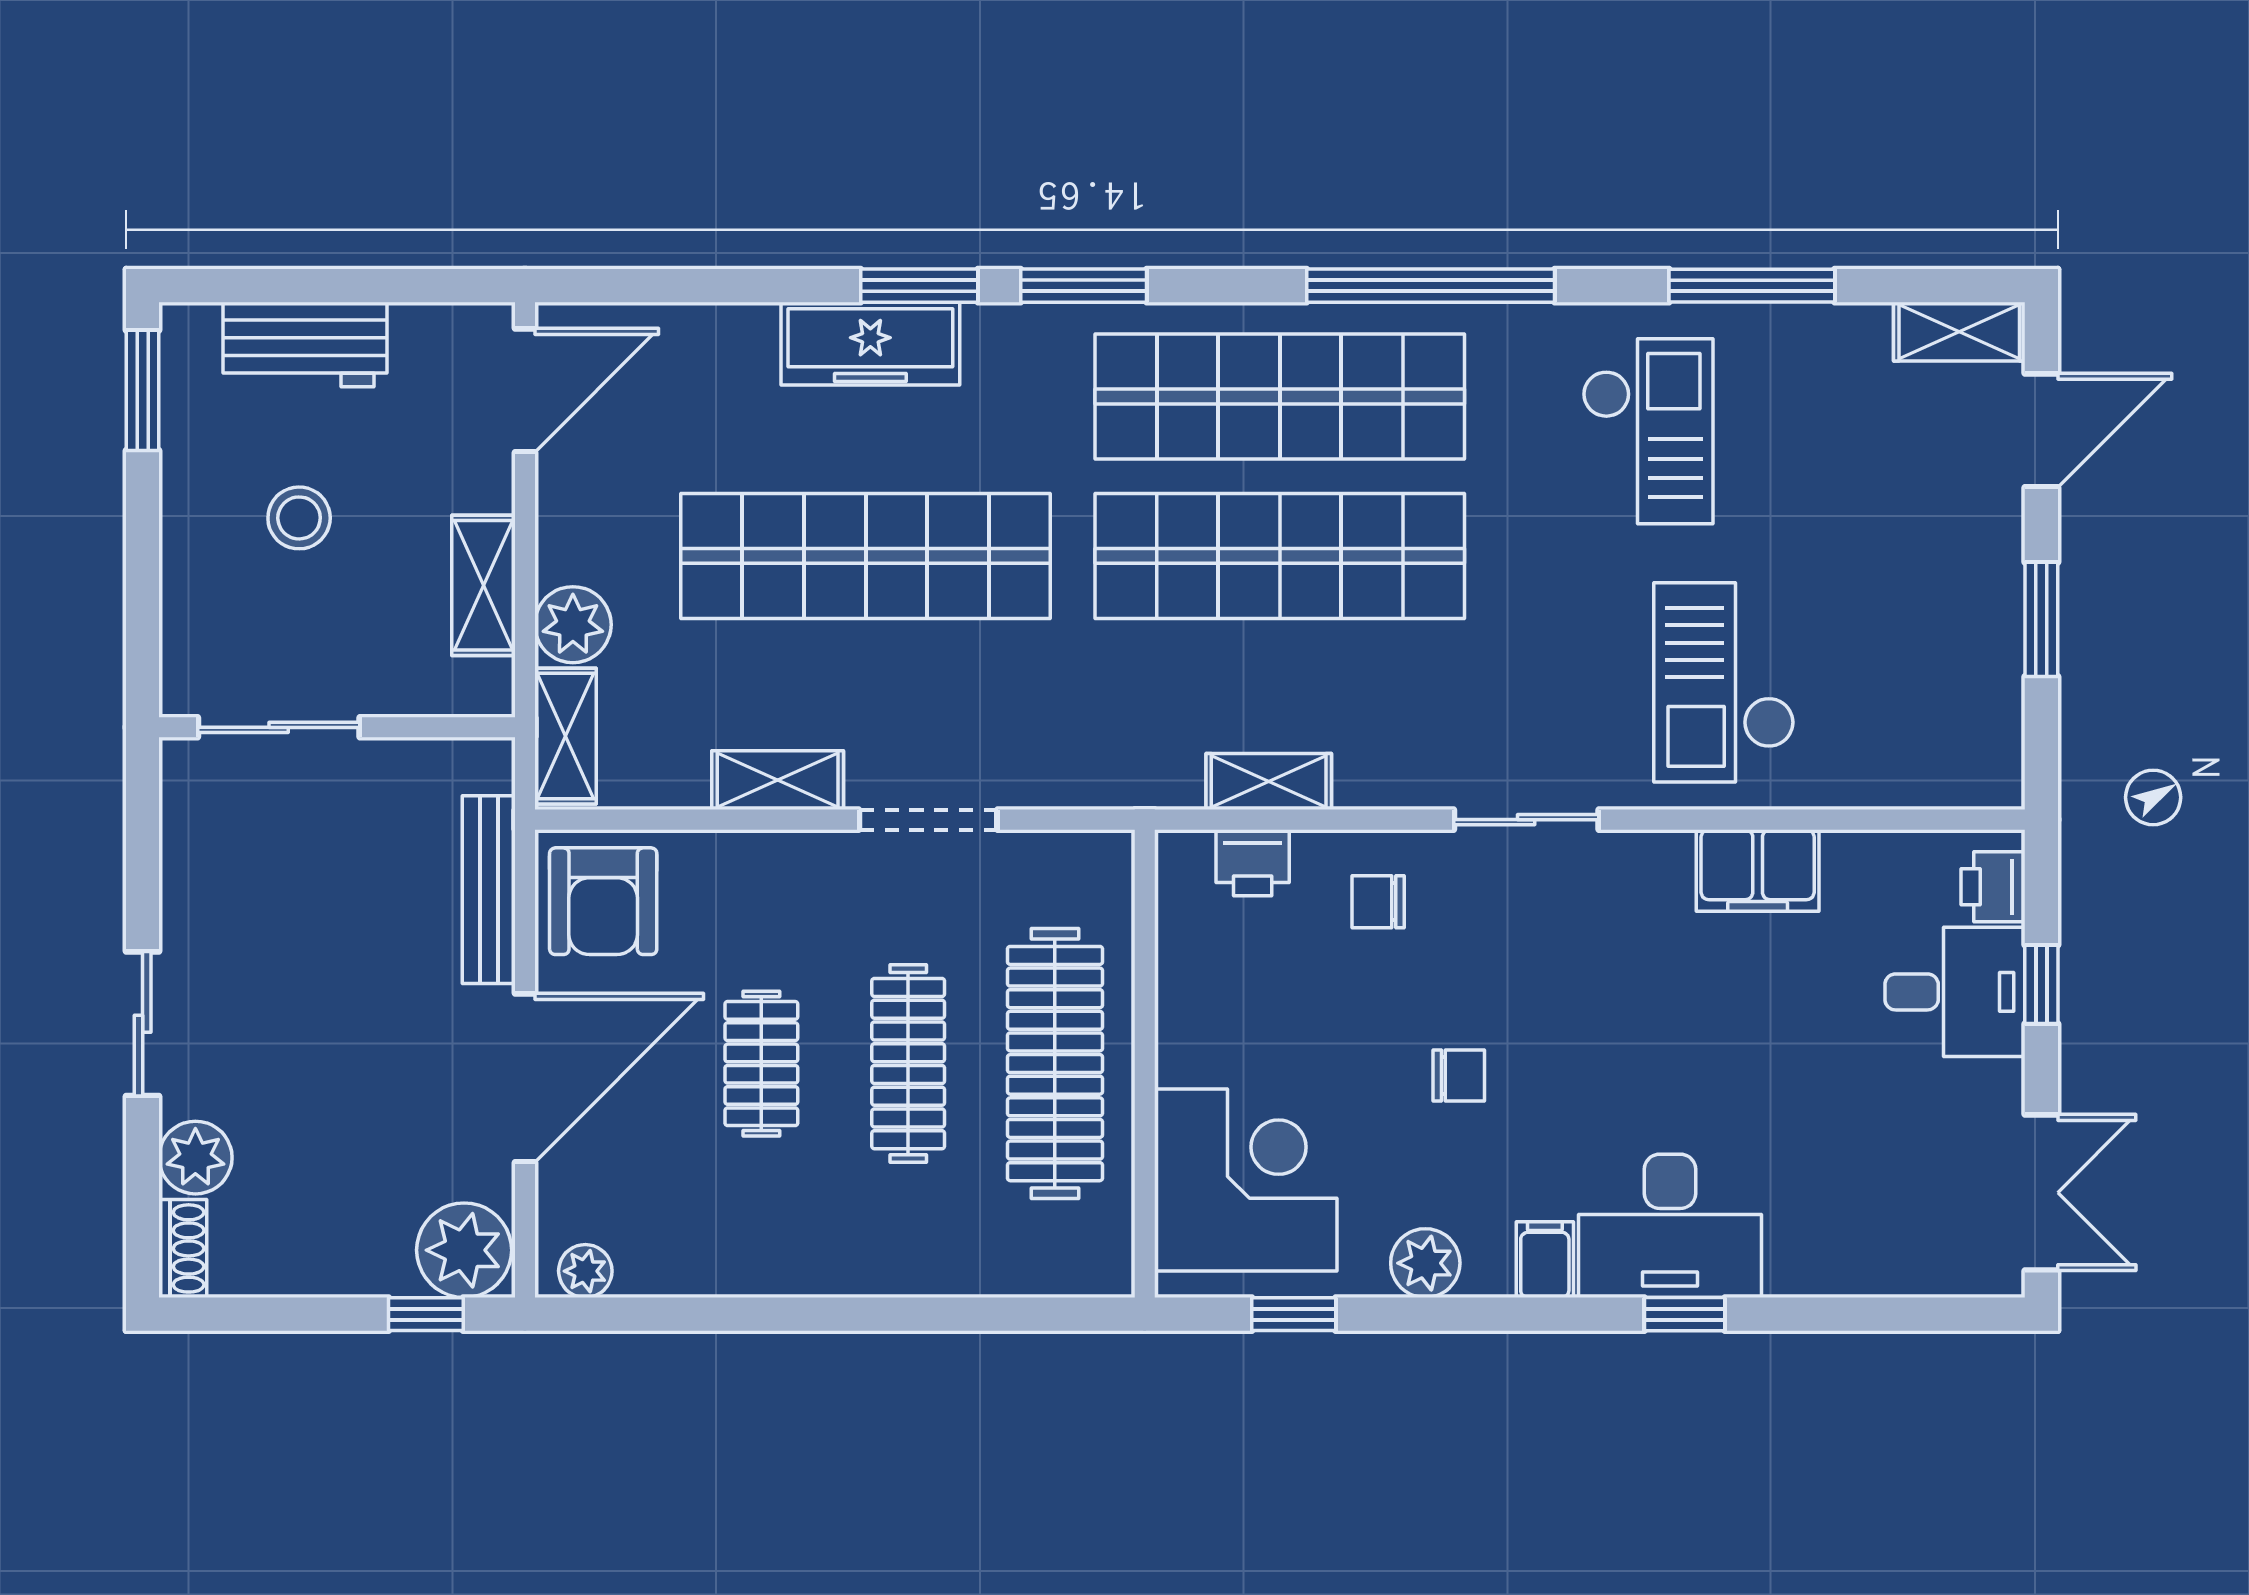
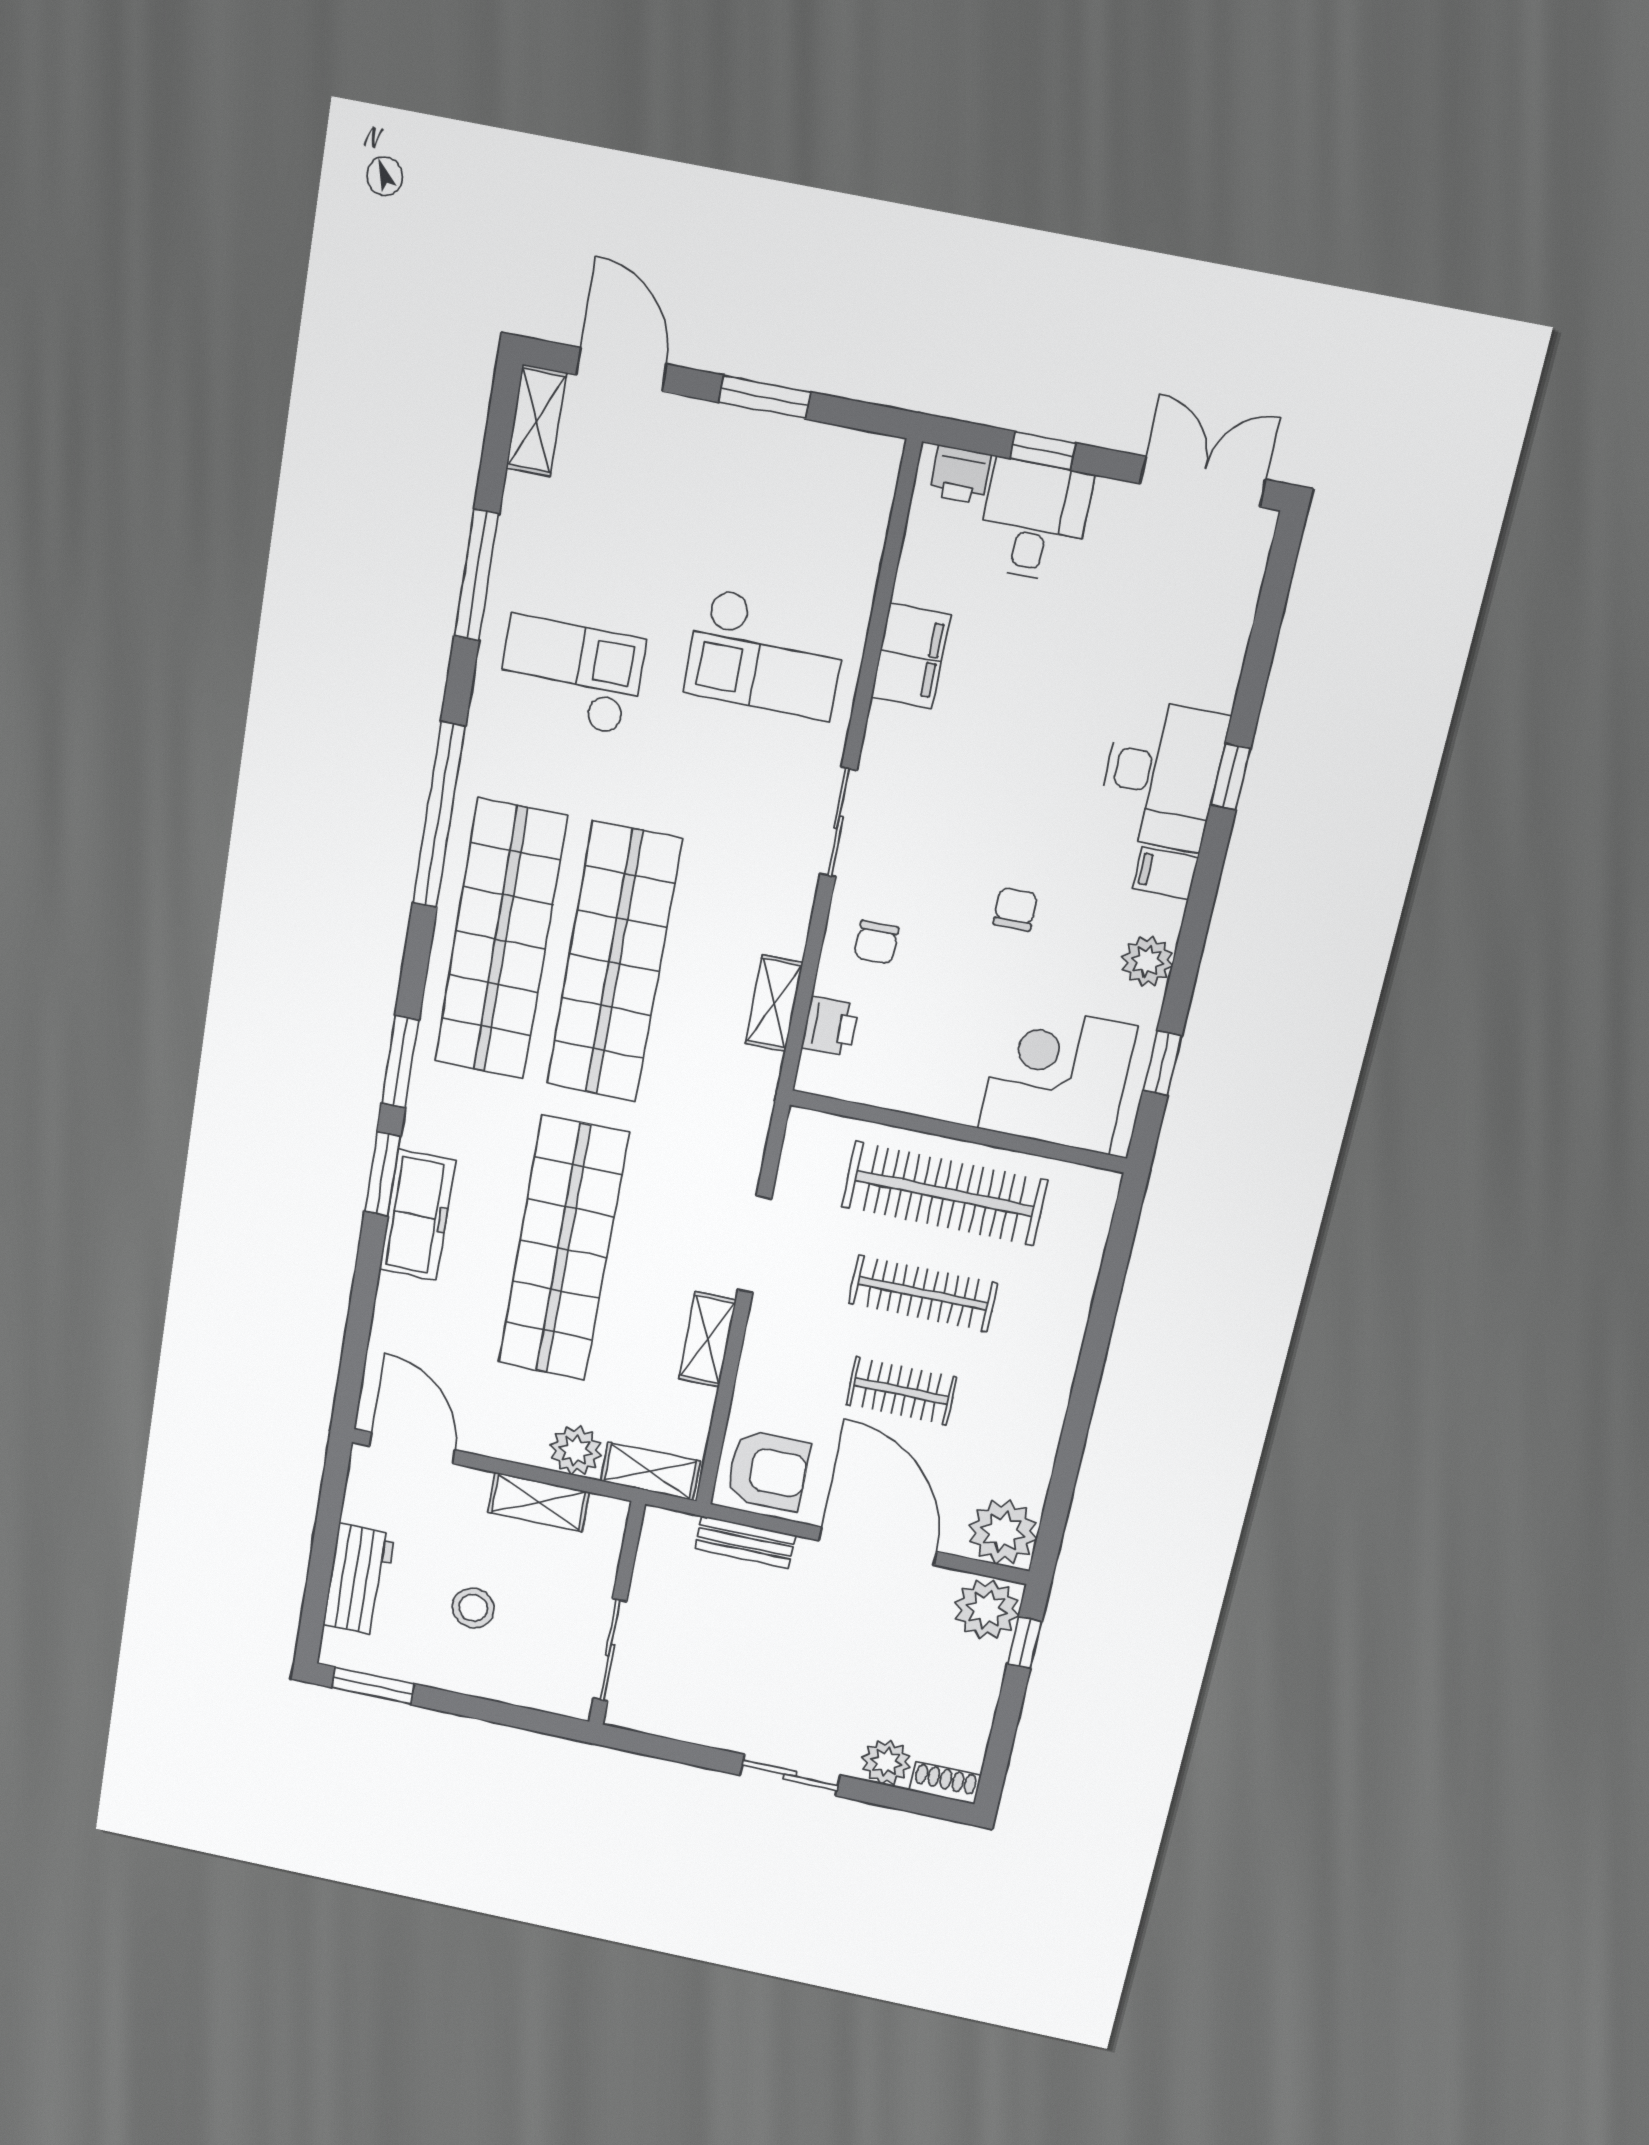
bench: (489, 890) -> (745, 1542), width x0.73
plant: (585, 1271) -> (1003, 1532), width x1.87, depth x1.87

